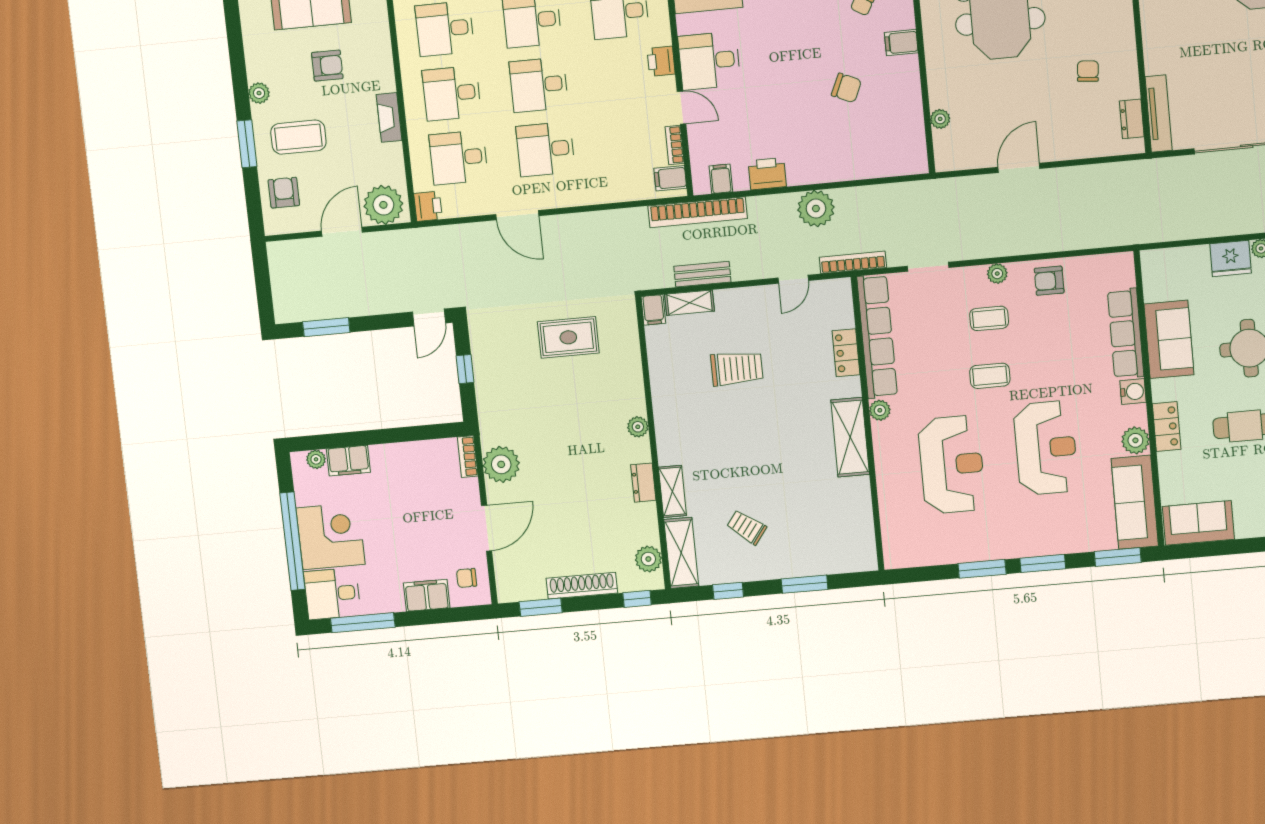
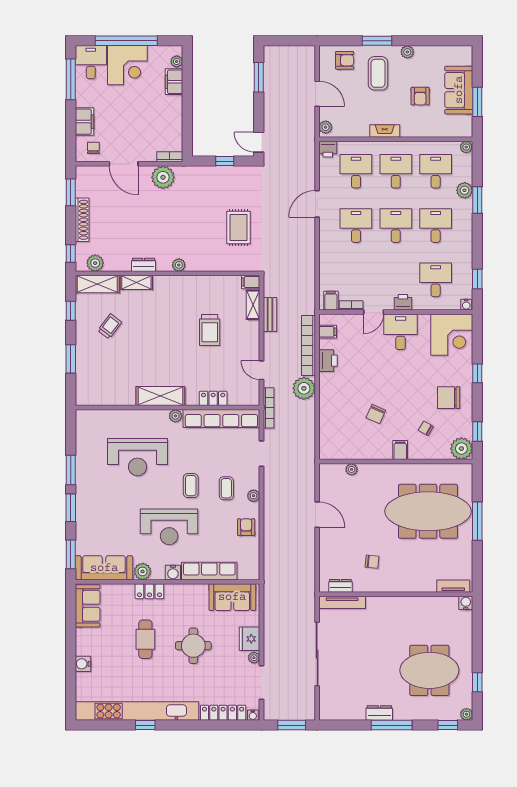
plant: (383, 205) -> (326, 127), width x0.53, depth x0.53
bookcase: (698, 212) -> (308, 346), moved
sofa: (1169, 339) -> (232, 597), moved
reception desk: (1046, 448) -> (169, 527), moved

